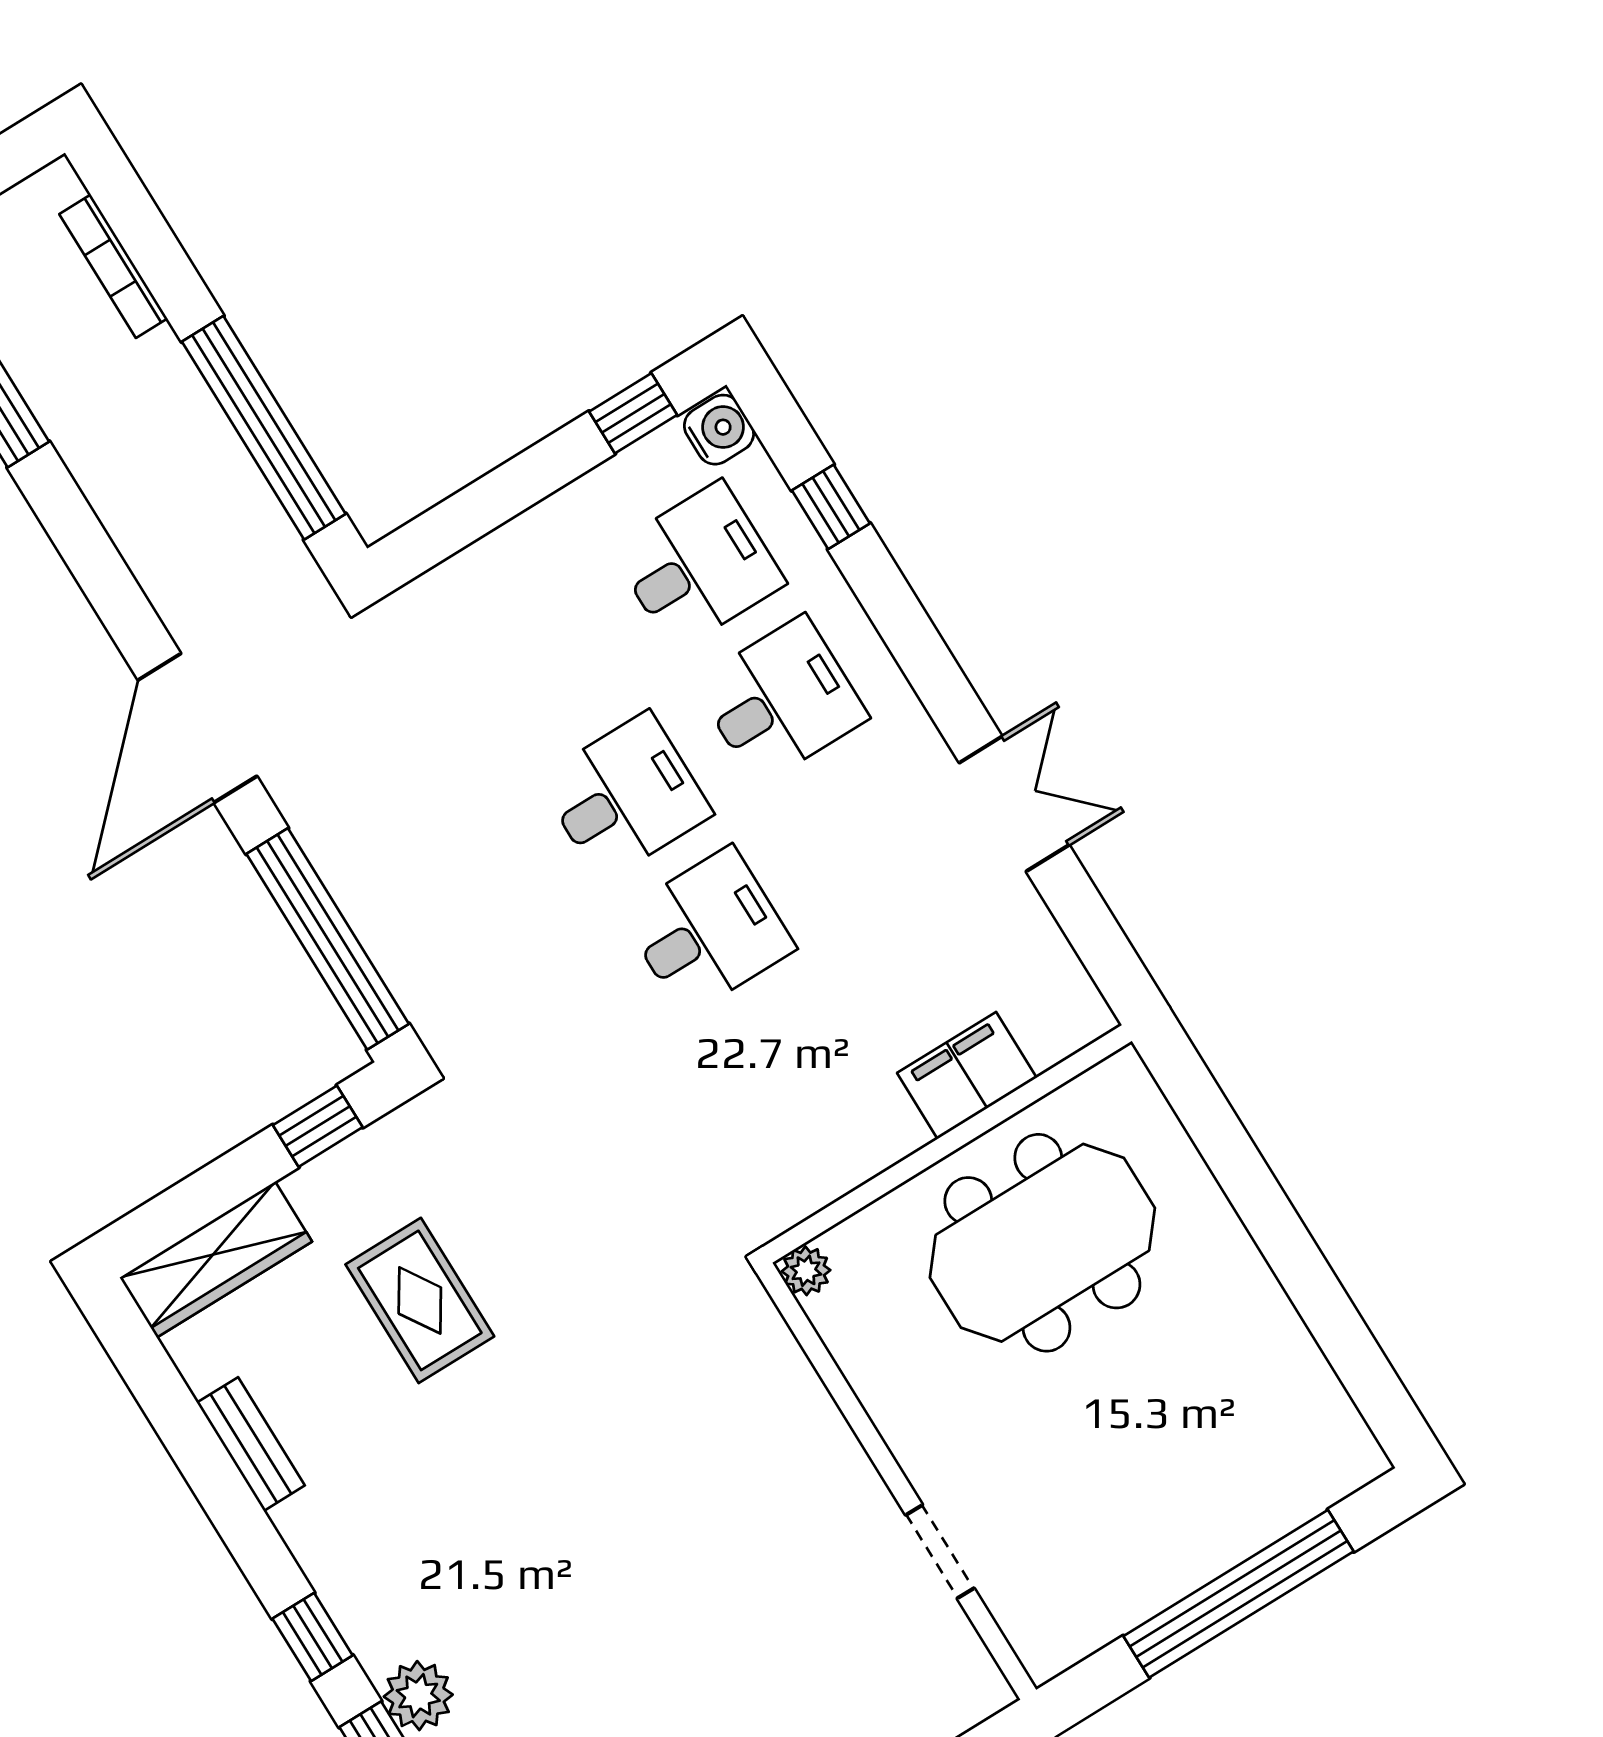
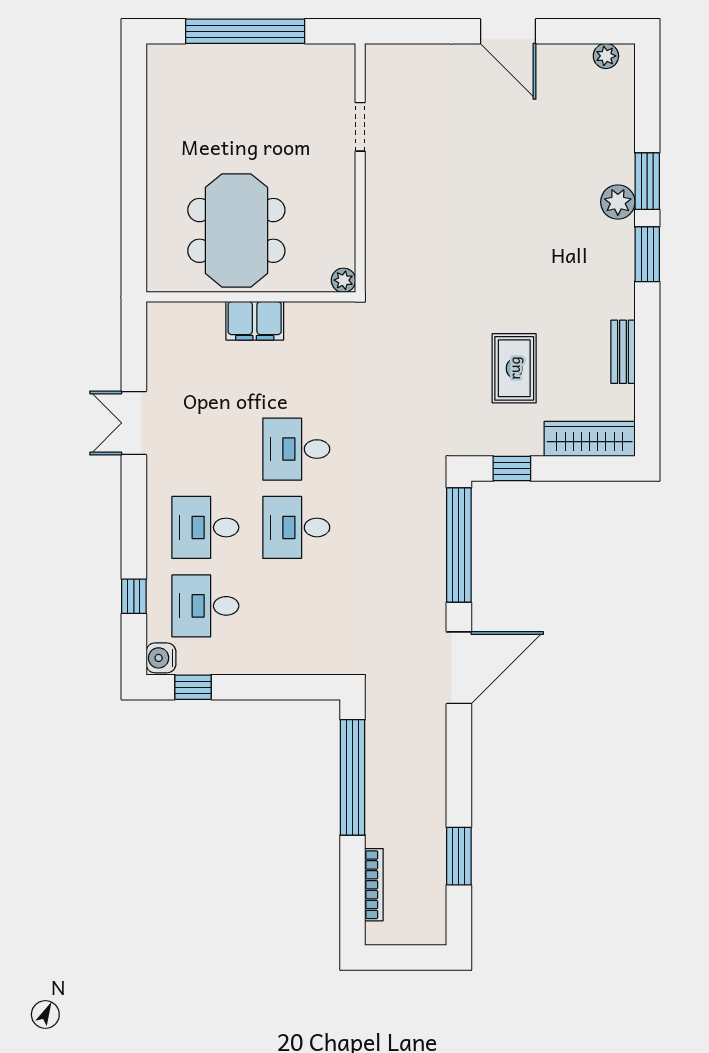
filing cabinet: (967, 1075) -> (255, 321), moved
meeting table: (1042, 1243) -> (236, 230), turned 90
window: (313, 1637) -> (647, 254), width x1.50

